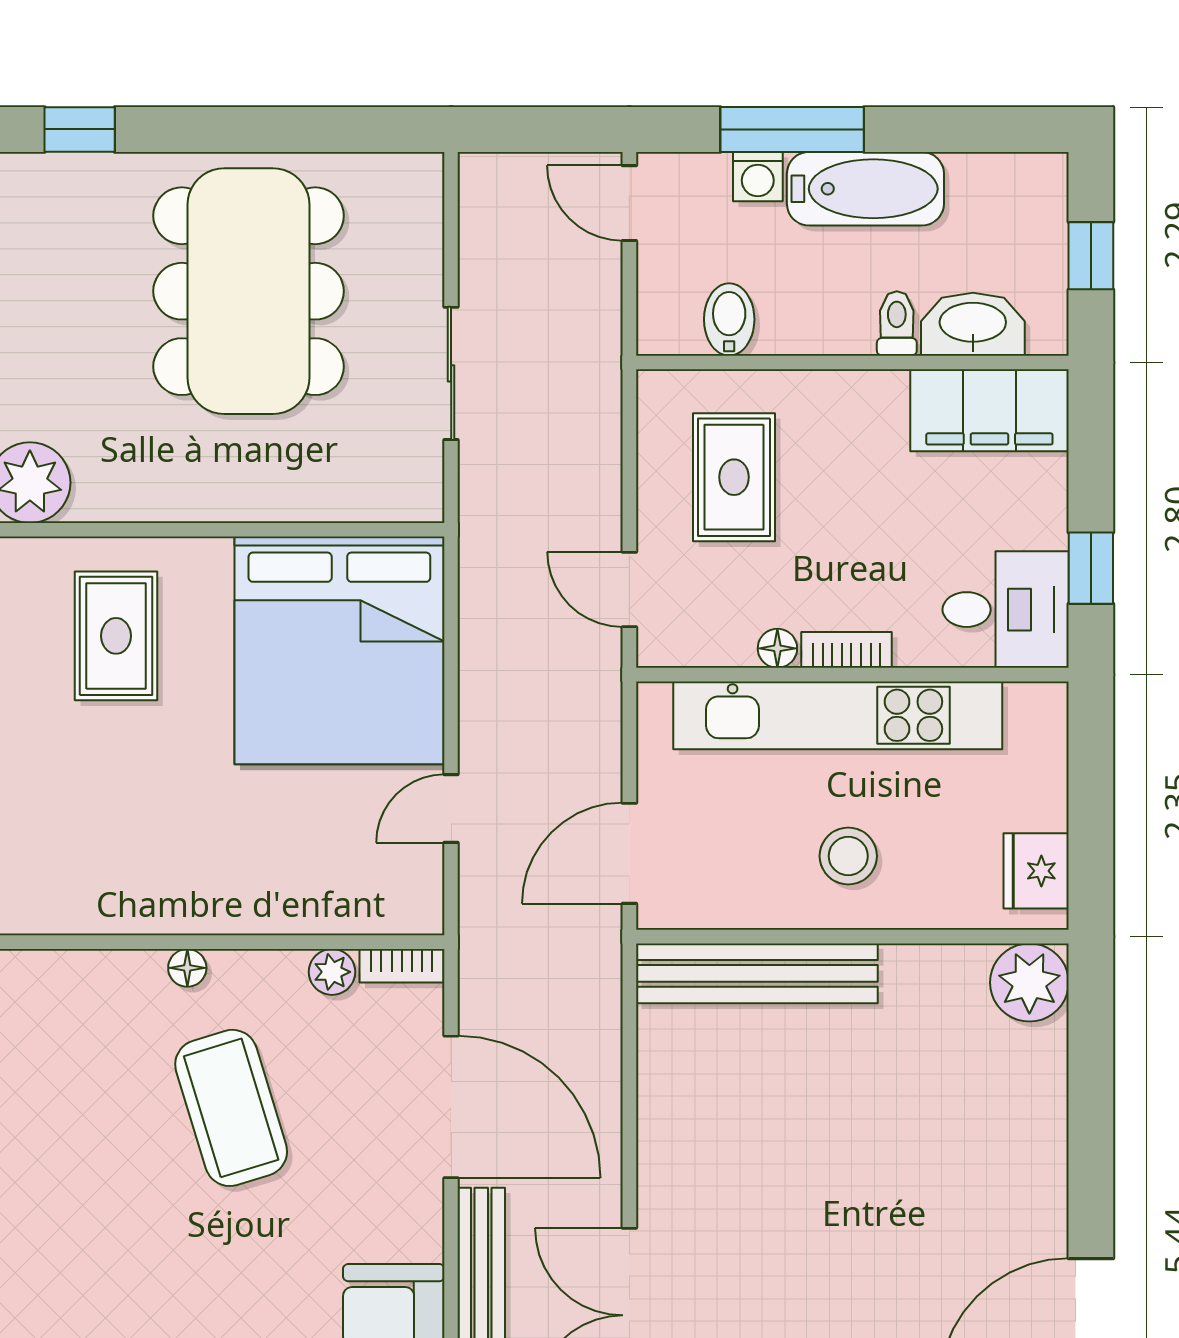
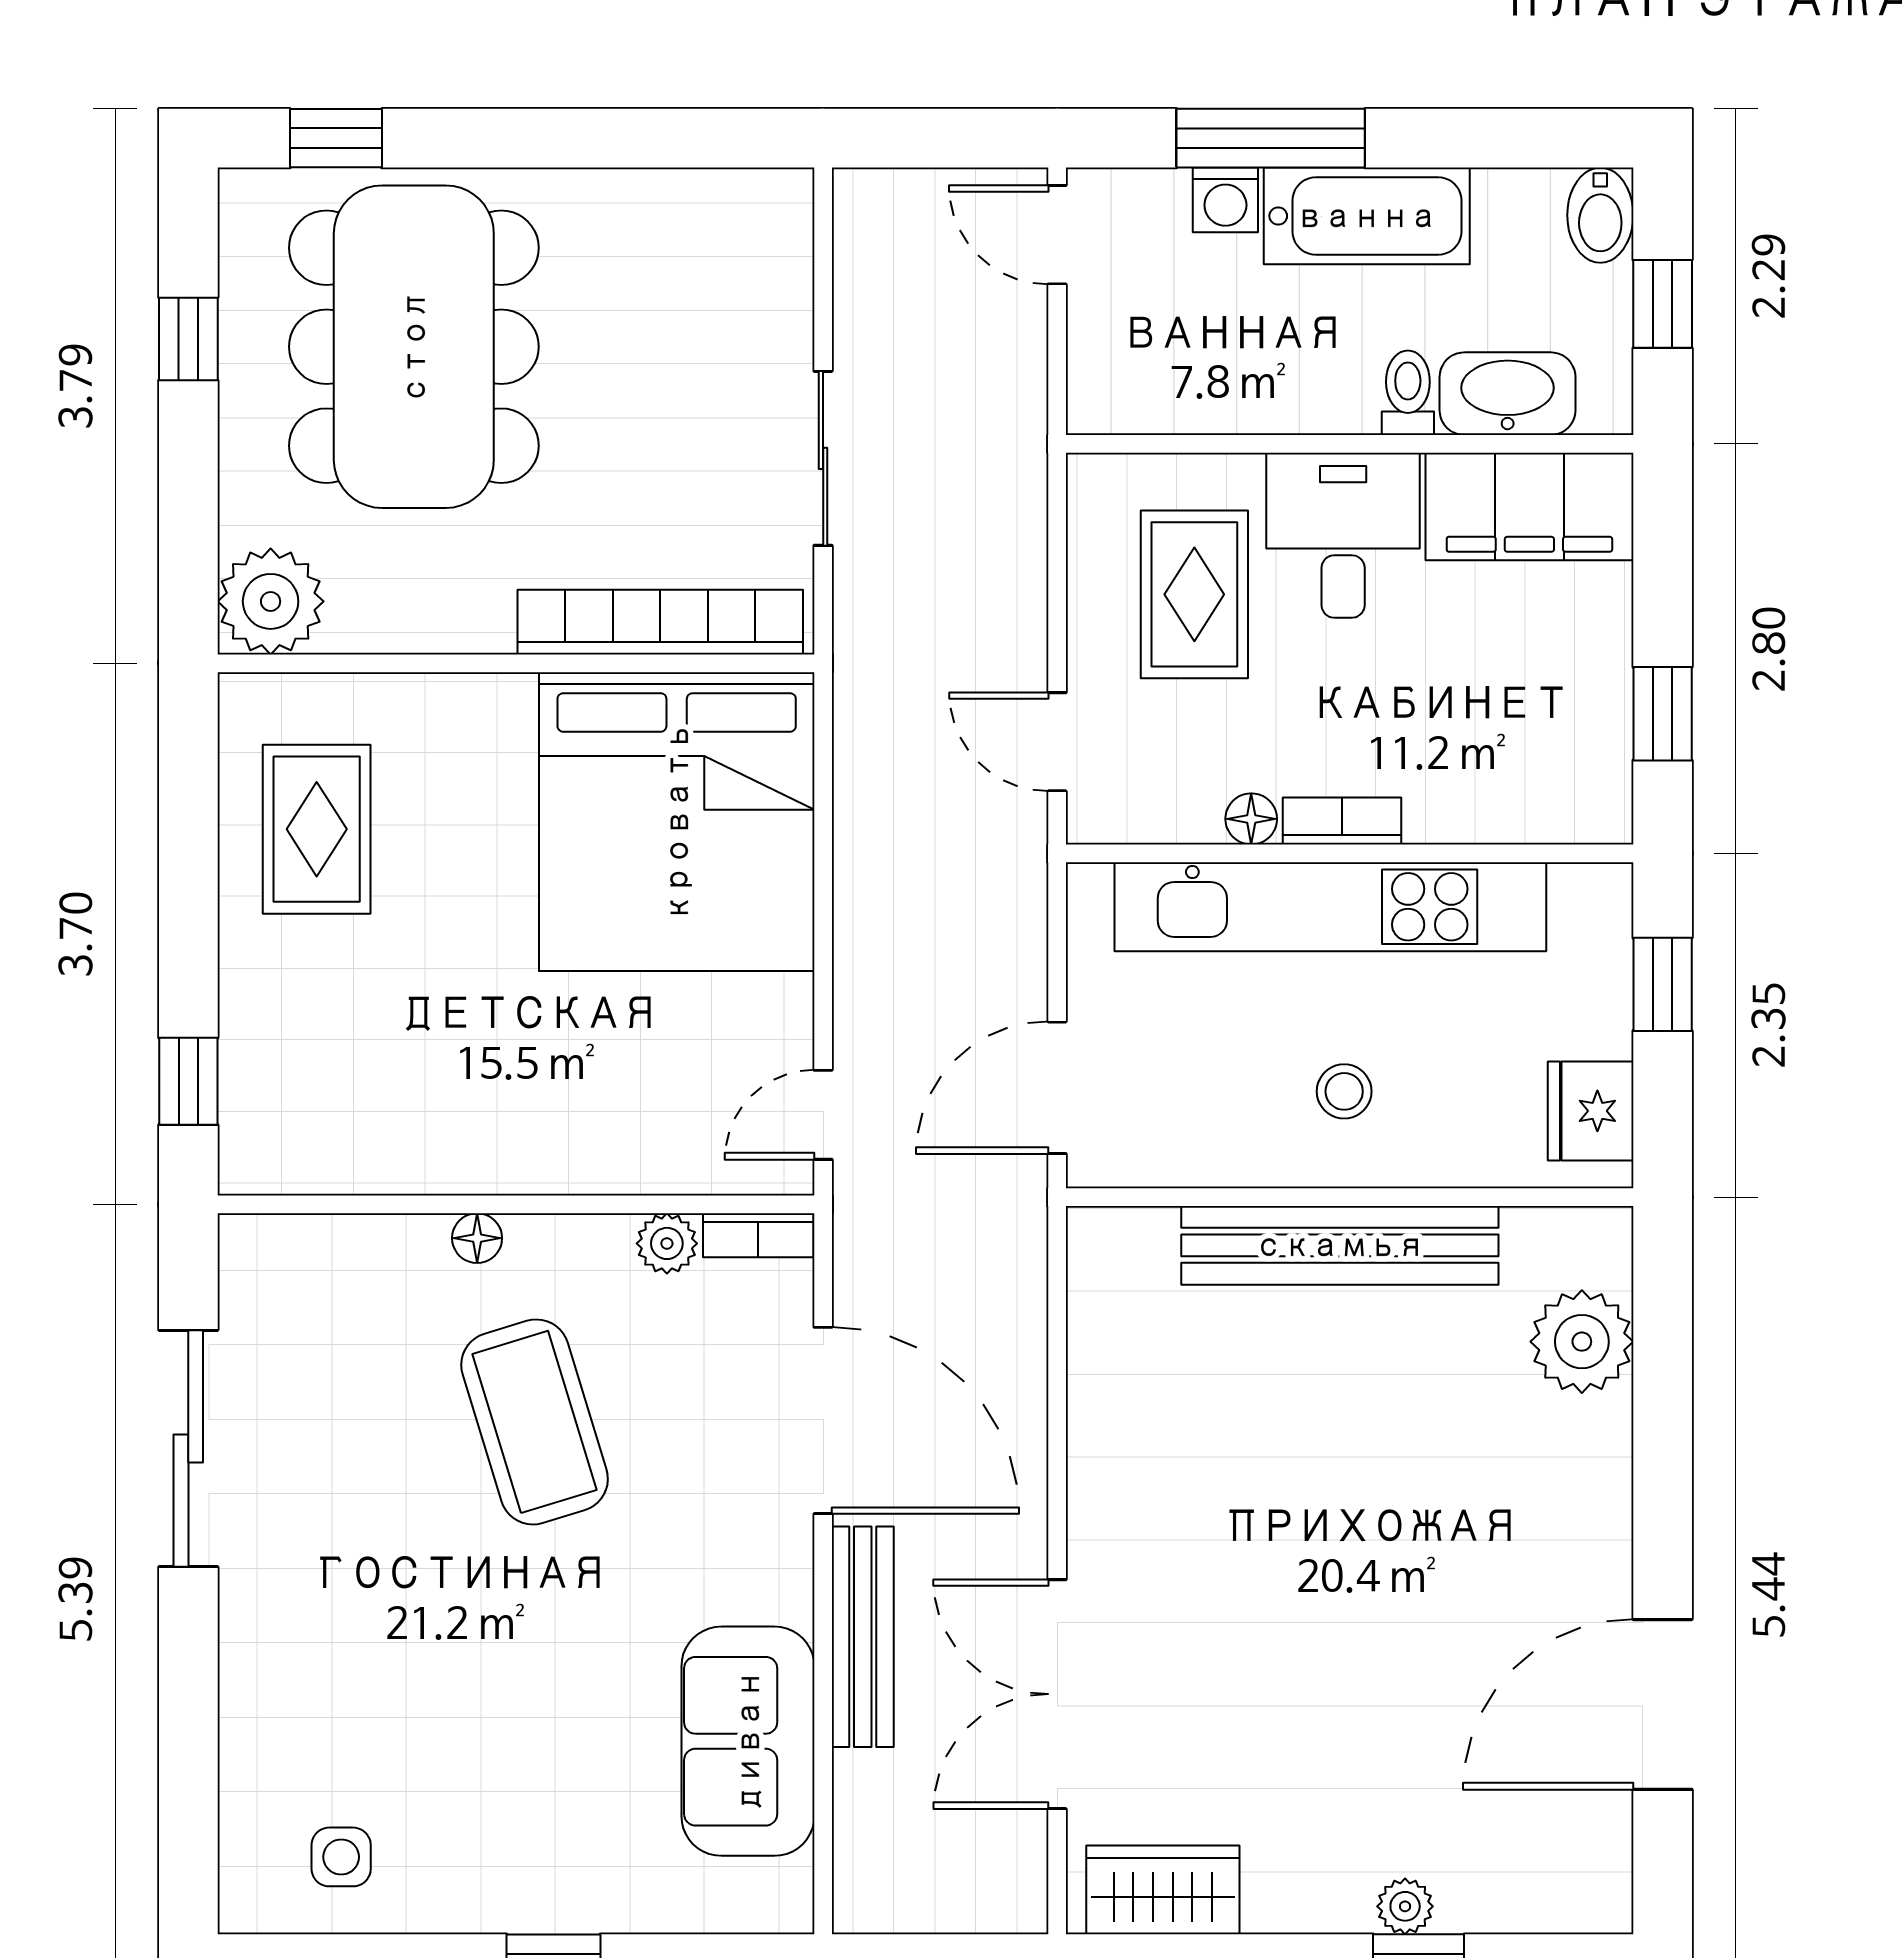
dining table: (249, 291) -> (414, 347), moved
bidet: (729, 319) -> (1600, 215), moved, turned 180
bookcase: (327, 498) -> (660, 622), added
desk: (1006, 610) -> (1343, 535), moved, turned -90
rug: (116, 636) -> (317, 829), moved
window: (1091, 774) -> (1663, 984), added
door: (451, 809) -> (823, 1115), moved
stool: (848, 856) -> (1344, 1091), width x0.73, depth x0.73
bench: (757, 973) -> (1340, 1245), moved
plant: (1029, 982) -> (1582, 1342), moved

